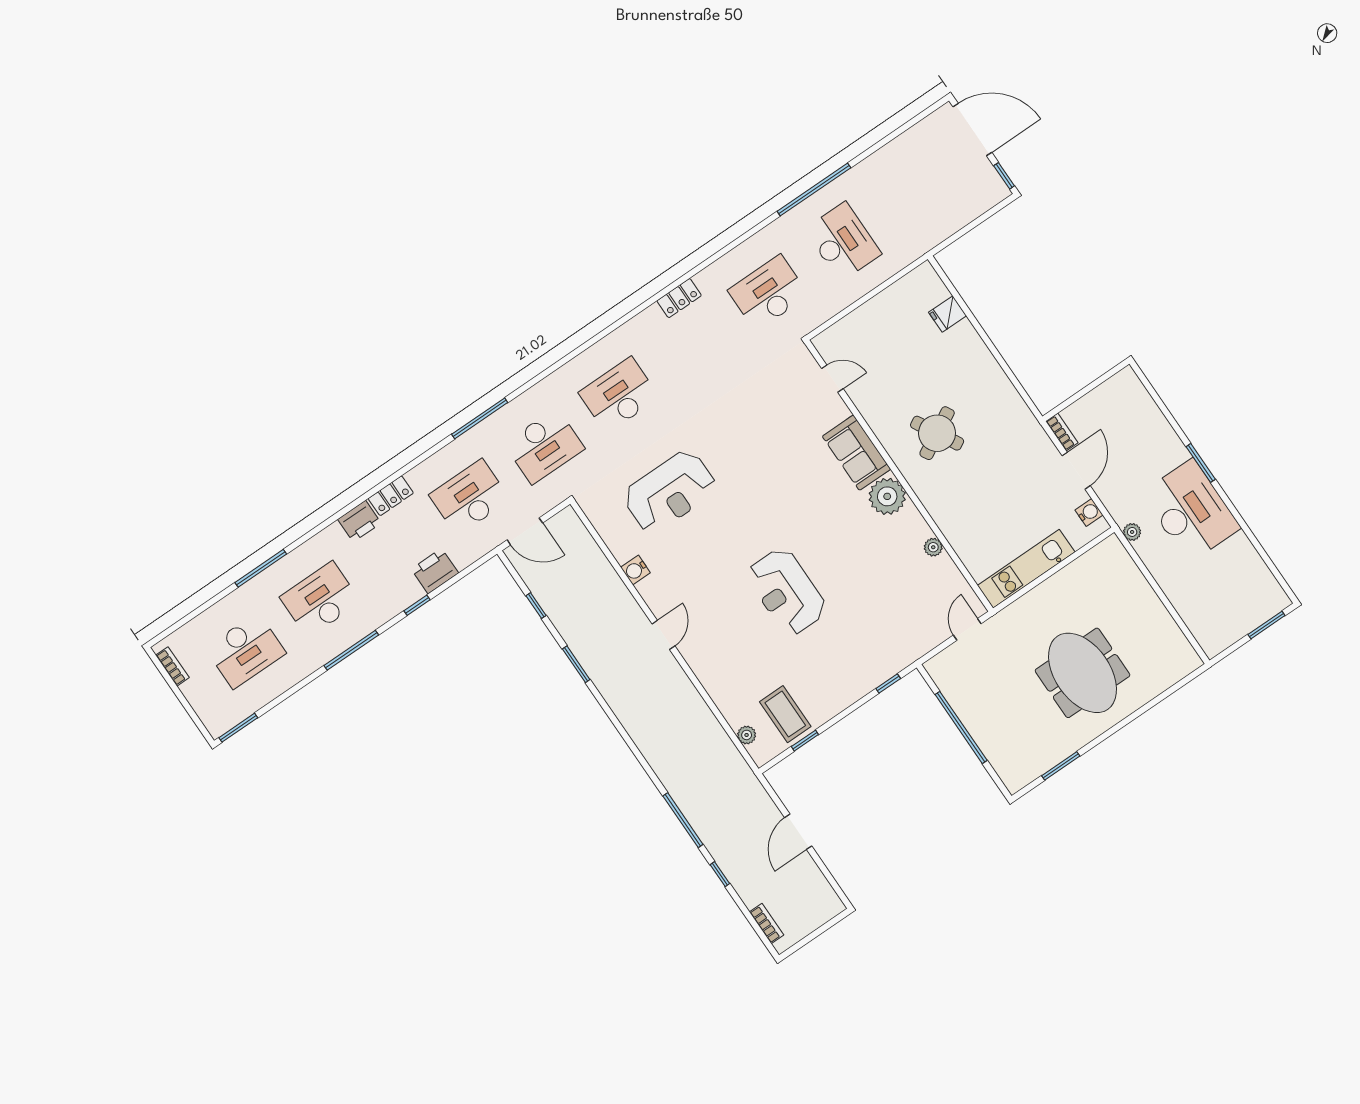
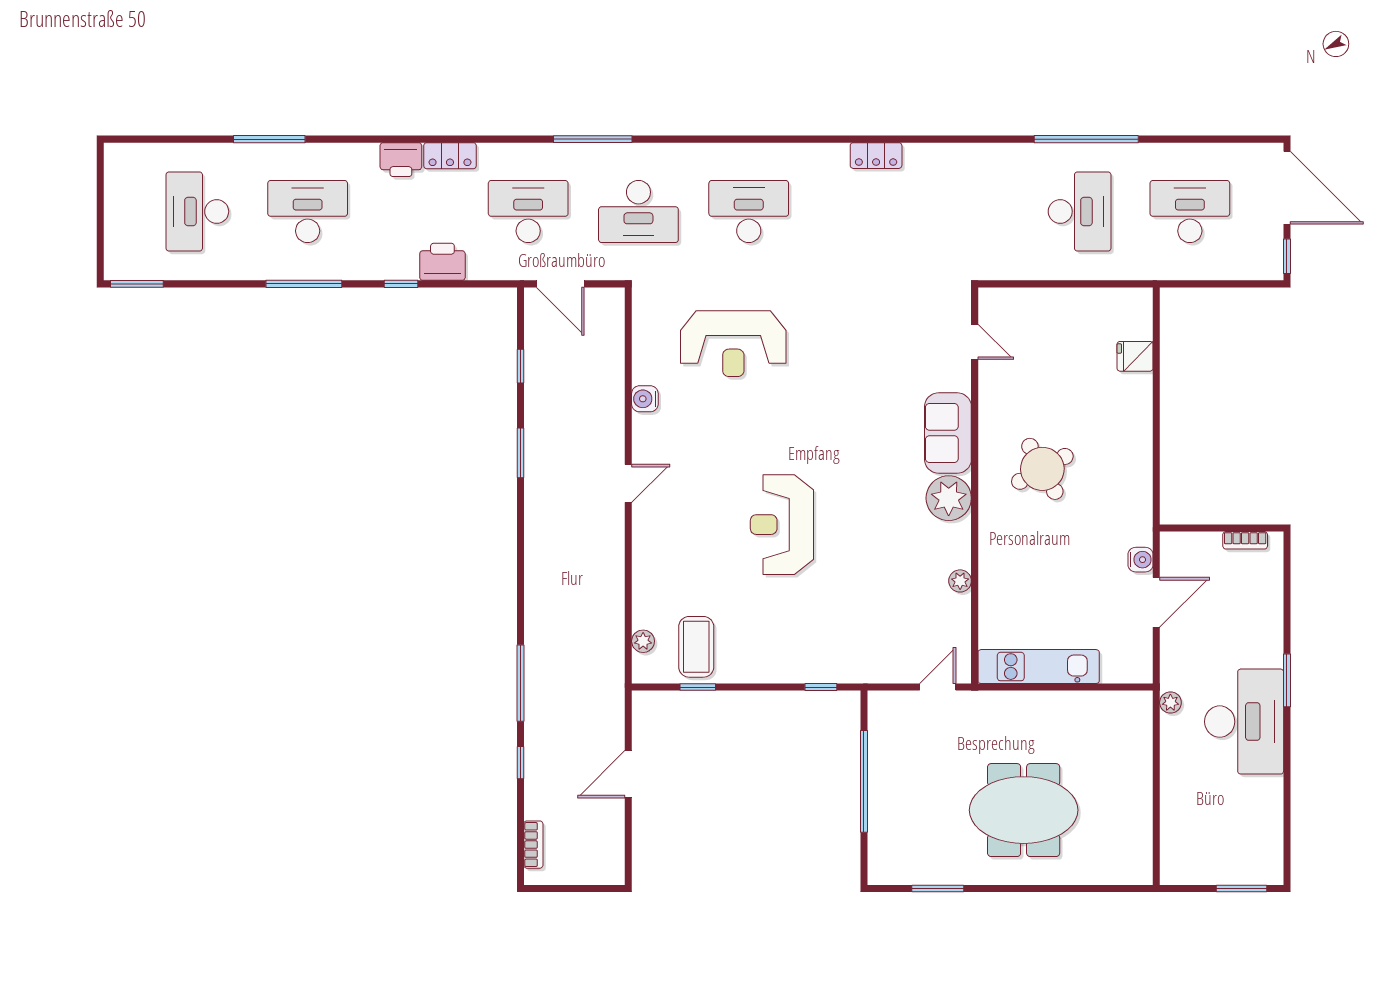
desk: (768, 293) -> (1190, 211), moved
bookcase: (1062, 432) -> (1245, 540), moved, turned 90
water cooler: (1089, 512) -> (1141, 560), moved
desk: (246, 651) -> (197, 211), turned 90
bookcase: (172, 666) -> (113, 177), removed
meeting table: (1083, 673) -> (1024, 810), turned 90

